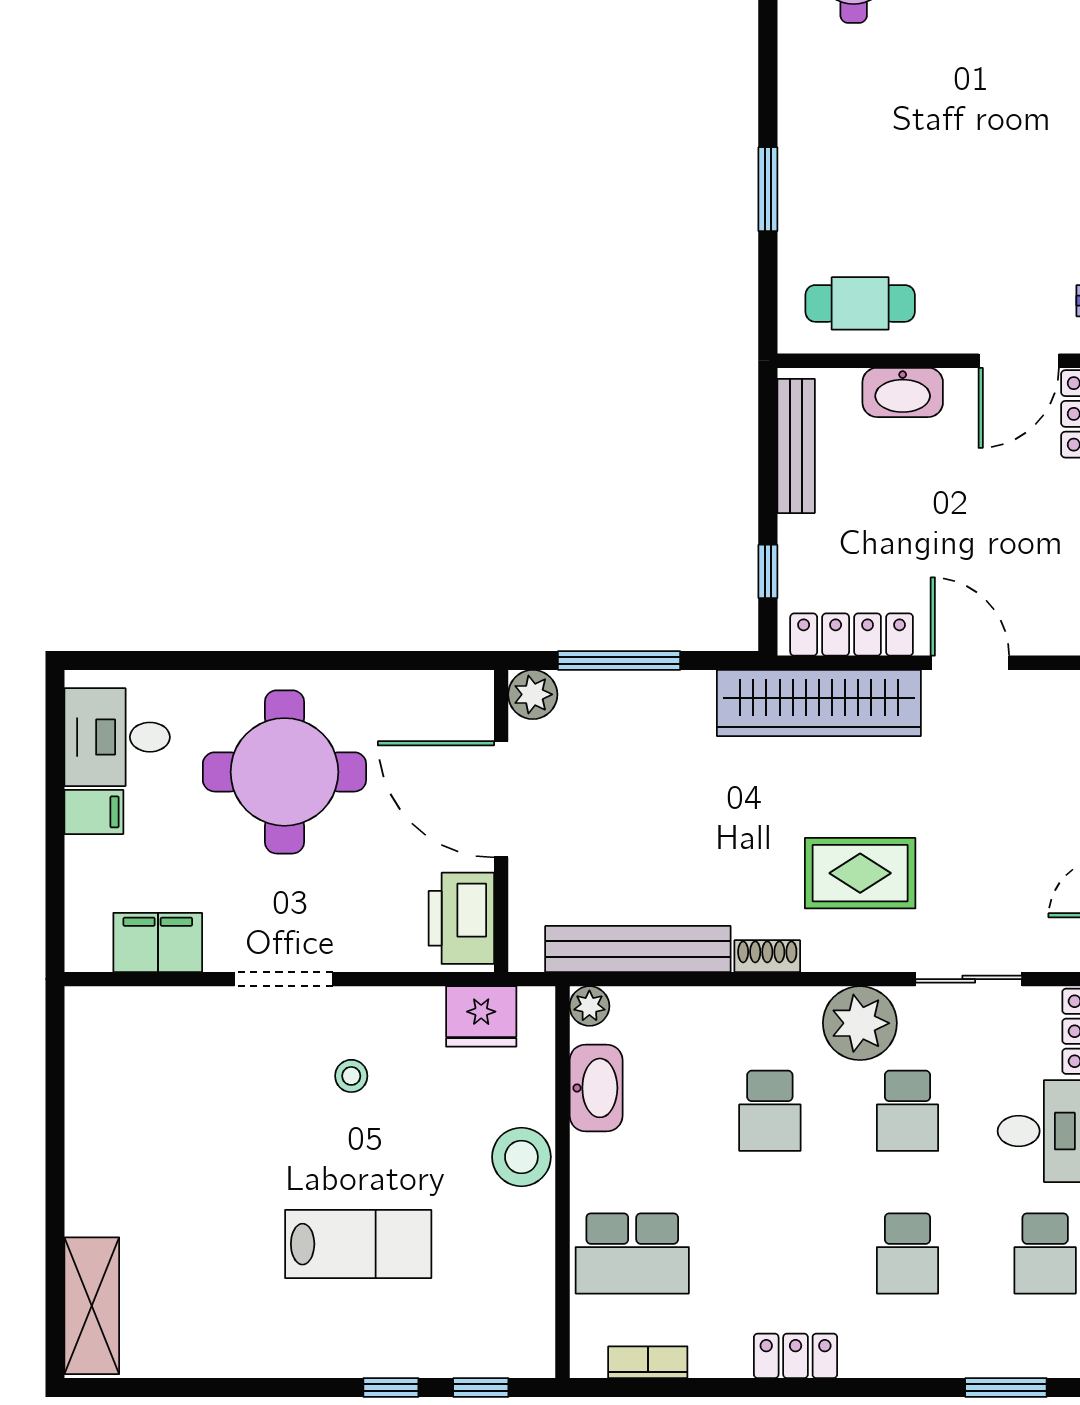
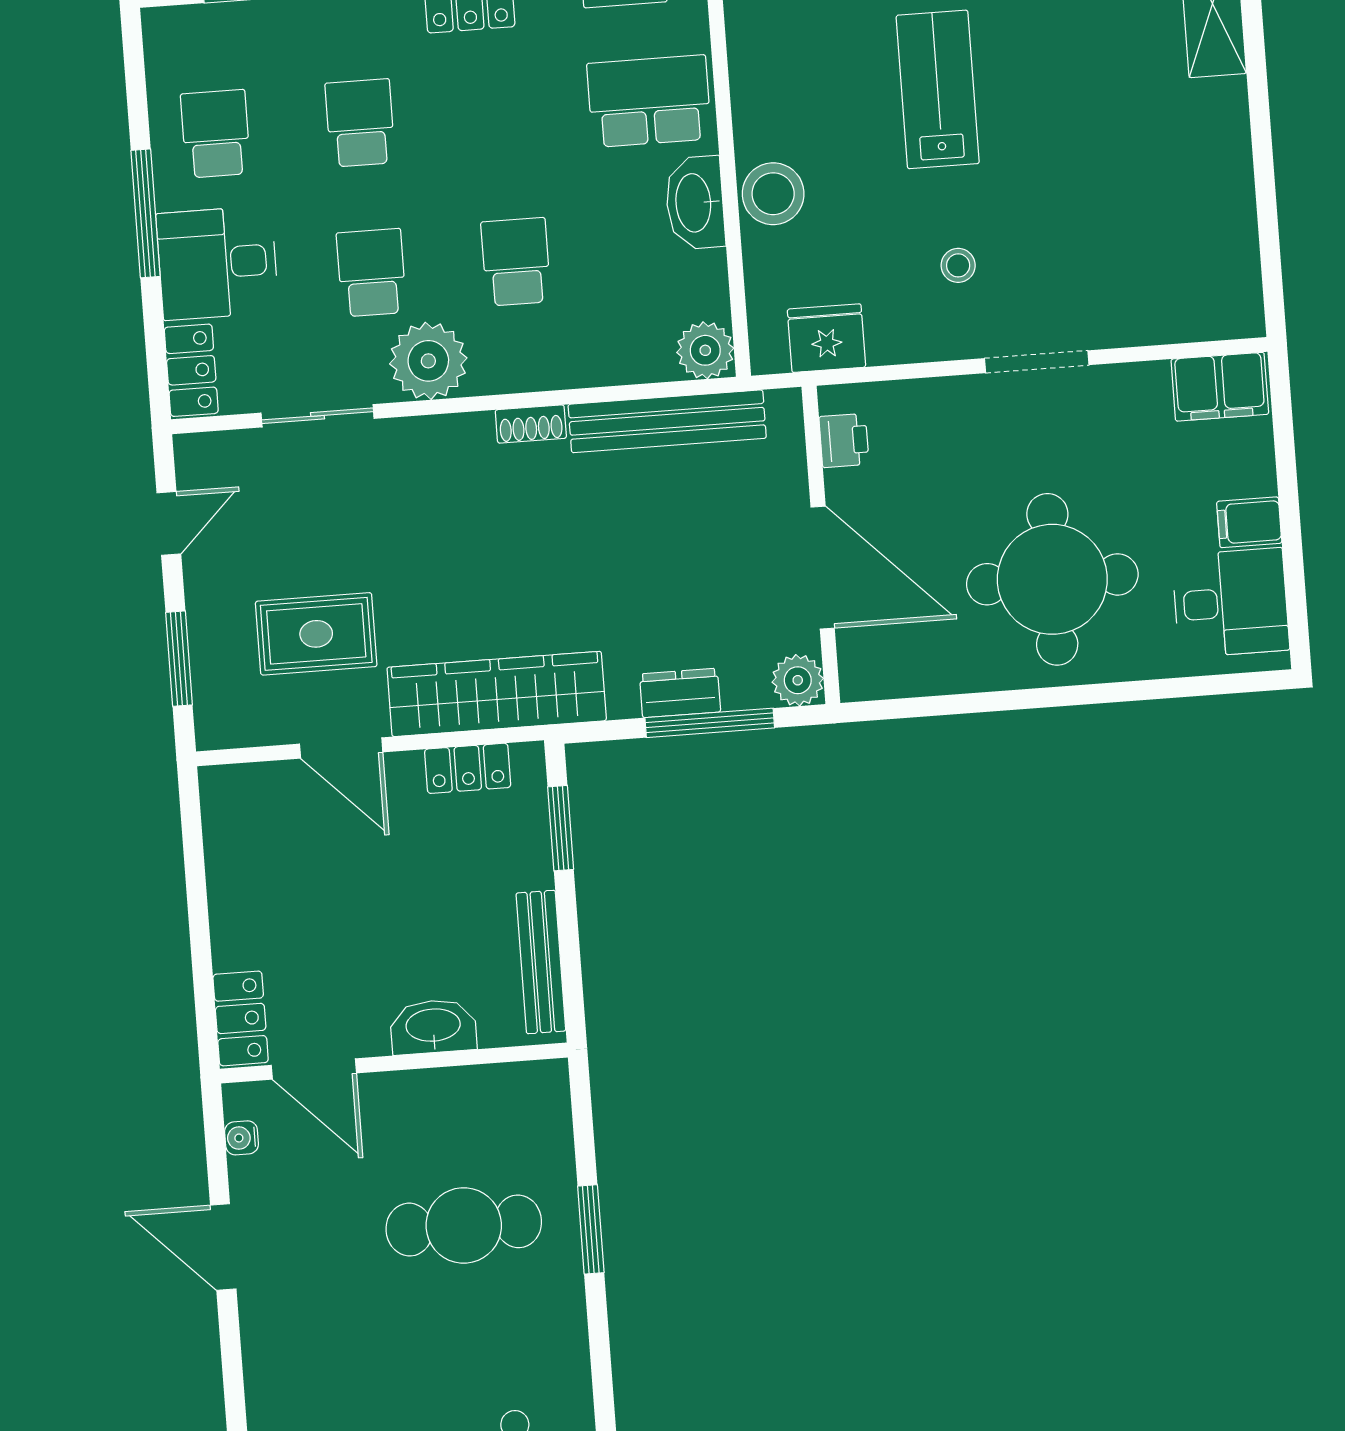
cafe table: (860, 303) -> (464, 1225), moved, width x1.37, depth x1.35
door: (1019, 361) -> (314, 1069), swing flipped
window: (768, 571) -> (561, 828), width x1.50
locker: (852, 635) -> (468, 768), width x0.66
dresser: (645, 691) -> (680, 693), added
rug: (860, 873) -> (316, 634), moved
printer: (461, 918) -> (844, 440), width x0.53, depth x0.68
filing cabinet: (158, 942) -> (1220, 387), moved
plant: (589, 1006) -> (705, 350), width x1.38, depth x1.38
washbasin: (596, 1088) -> (695, 203), moved
lab bench: (358, 1244) -> (938, 89), turned 90

